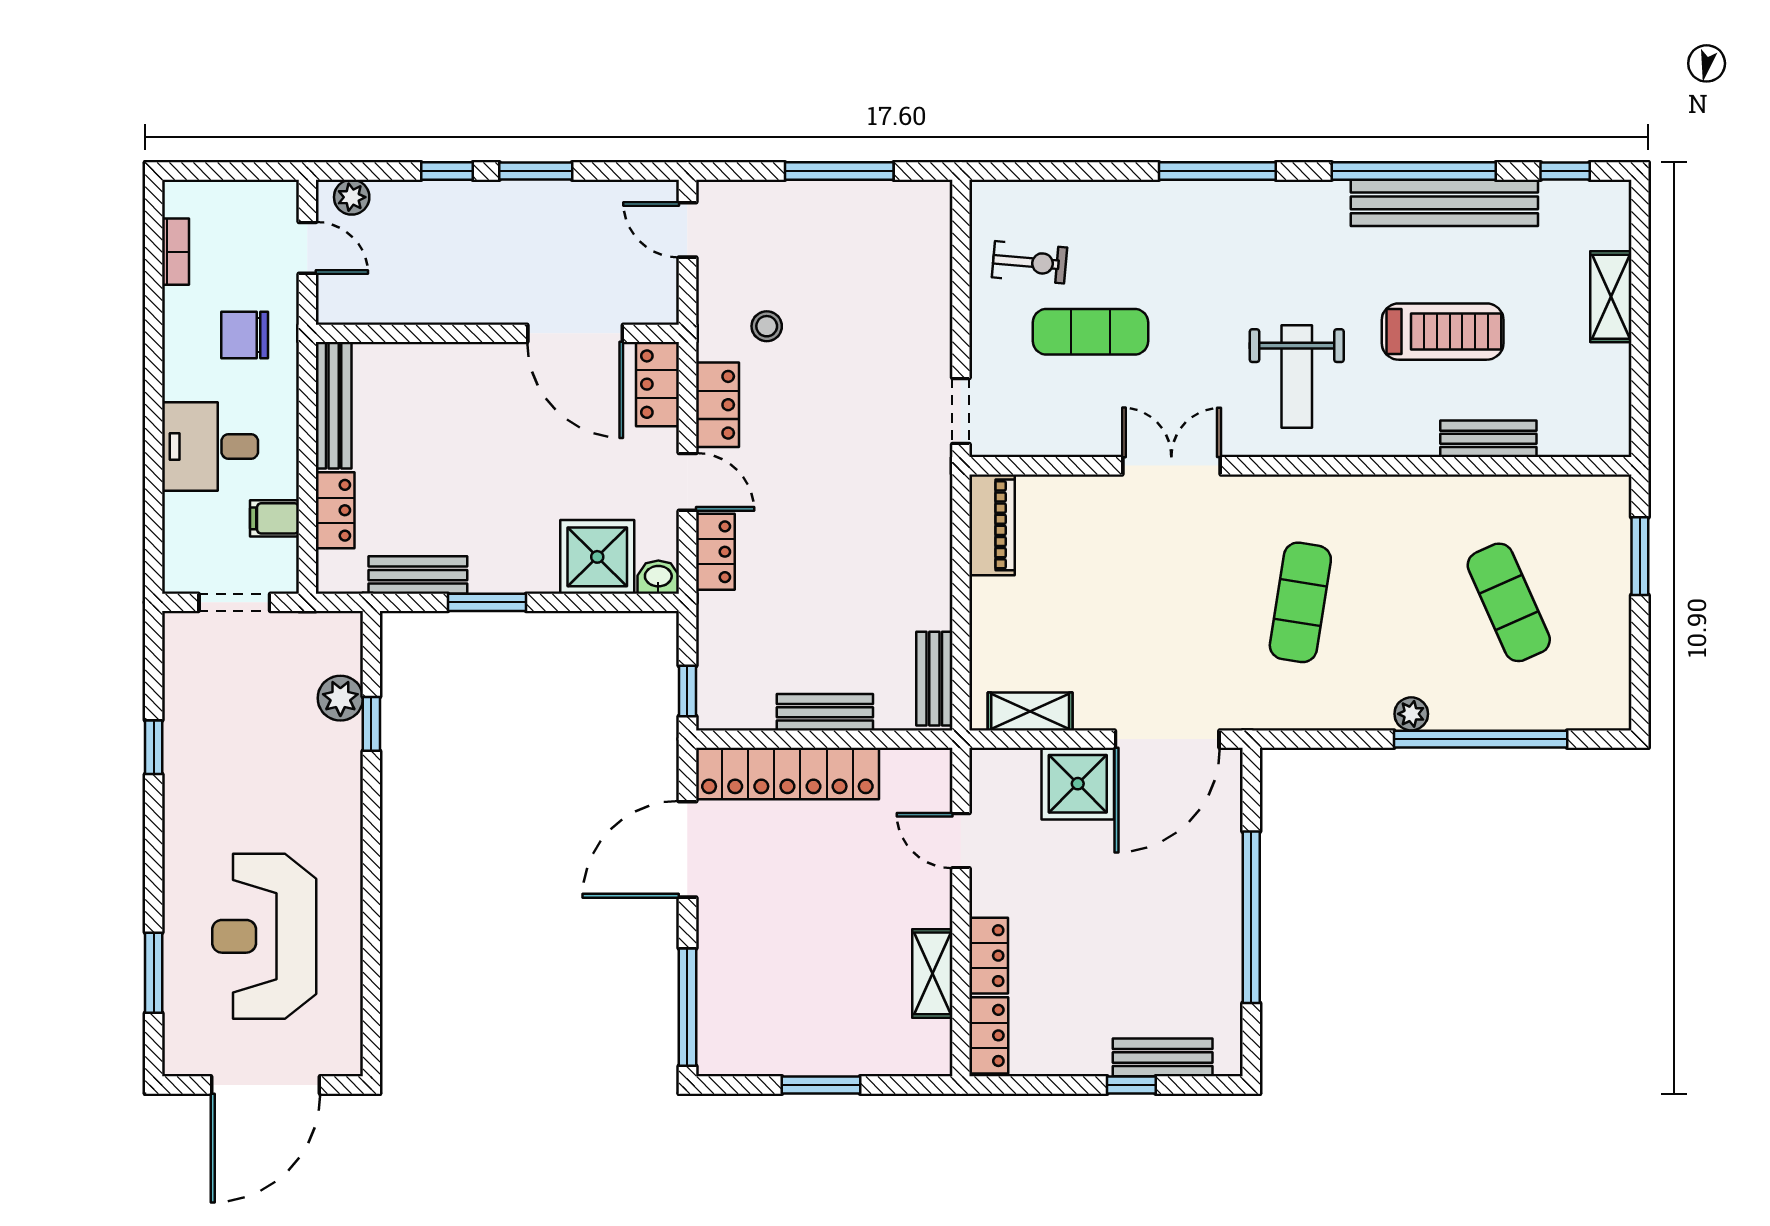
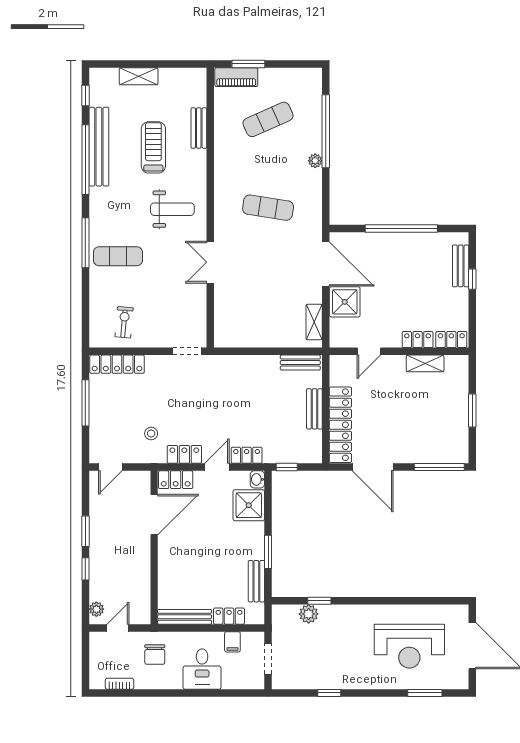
locker: (930, 246) -> (117, 364), added
exercise mat: (1091, 332) -> (118, 256), moved, turned 90
piano: (992, 525) -> (236, 77), moved, turned 180
window: (687, 691) -> (287, 467), moved

